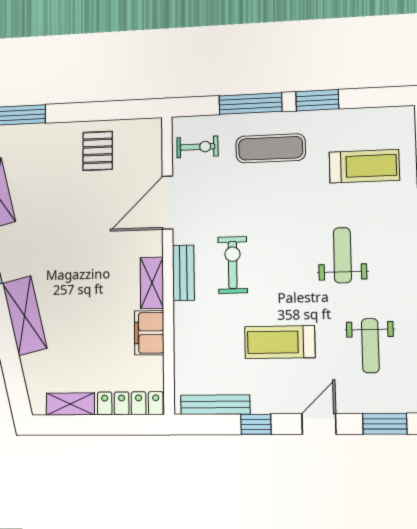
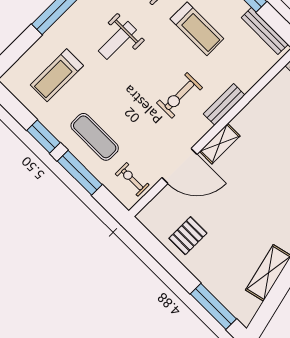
treadmill: (364, 166) -> (57, 75), turned -90
bench: (183, 273) -> (224, 104), moved
shelving: (152, 283) -> (220, 144), moved
filing cabinet: (149, 333) -> (261, 105), removed

